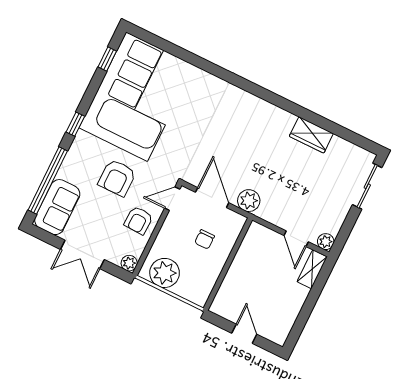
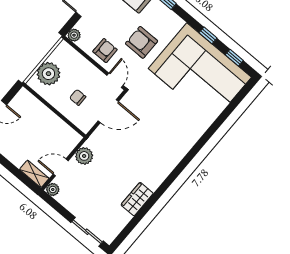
window: (75, 124) -> (208, 35), moved
plant: (249, 201) -> (84, 156), moved
armchair: (138, 220) -> (105, 51), turned 88
plant: (165, 273) -> (48, 74), moved

